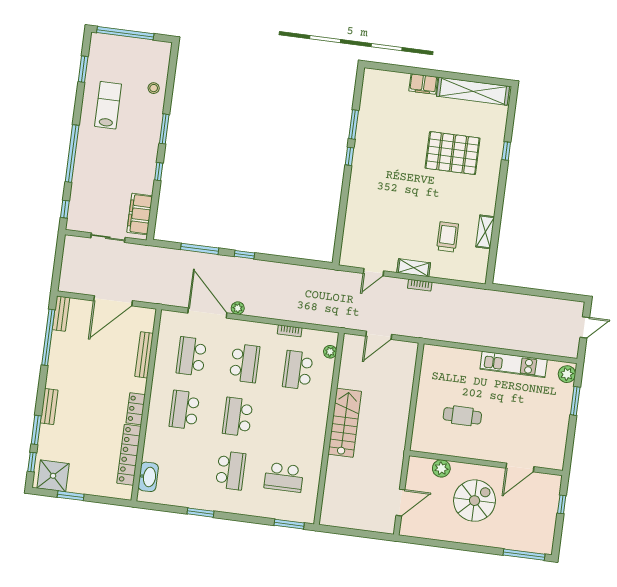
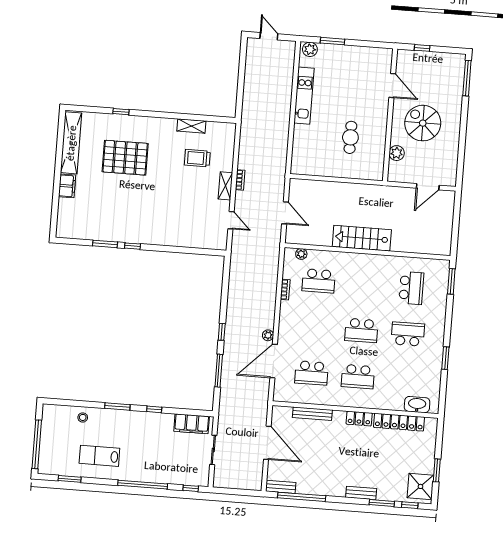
pallet: (453, 153) -> (125, 158), turned 90
school desk: (245, 363) -> (315, 327), removed
door: (400, 503) -> (428, 187), swing flipped

